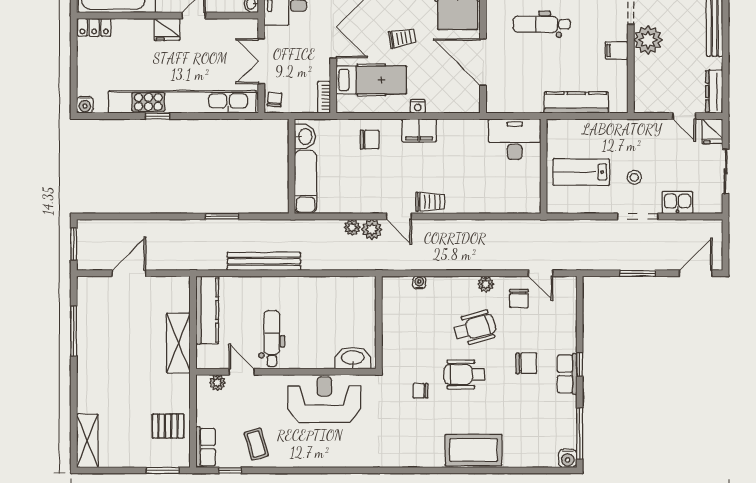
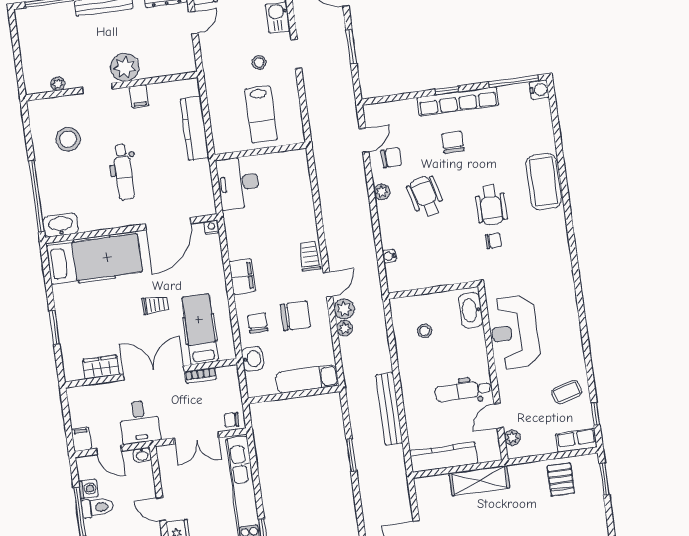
trolley: (402, 38) -> (155, 305), turned 100
bookcase: (324, 97) -> (201, 375), moved
nightstand: (418, 106) -> (212, 227), moved, turned -90
washbasin: (305, 137) -> (252, 359), moved, turned 90
chair: (372, 179) -> (295, 316), added
doorway: (638, 216) -> (296, 54), width x0.73
stool: (338, 308) -> (425, 331), added
wheelchair: (464, 374) -> (491, 205), moved
row of seats: (567, 374) -> (458, 101), width x2.02
chair: (420, 391) -> (493, 241), turned -90

